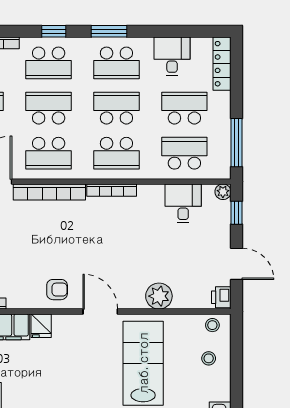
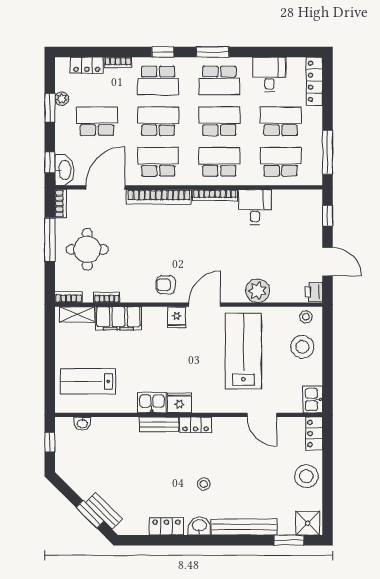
school desk: (49, 153) -> (158, 162), turned 180
school desk: (116, 153) -> (219, 162), turned 180
plant: (223, 192) -> (315, 197), removed
desk: (183, 203) -> (255, 207), moved
armchair: (57, 290) -> (166, 285), turned 180
door: (100, 311) -> (205, 305), hinge flipped
fridge: (41, 326) -> (177, 317), moved
stool: (209, 358) -> (302, 347), width x1.89, depth x1.89

